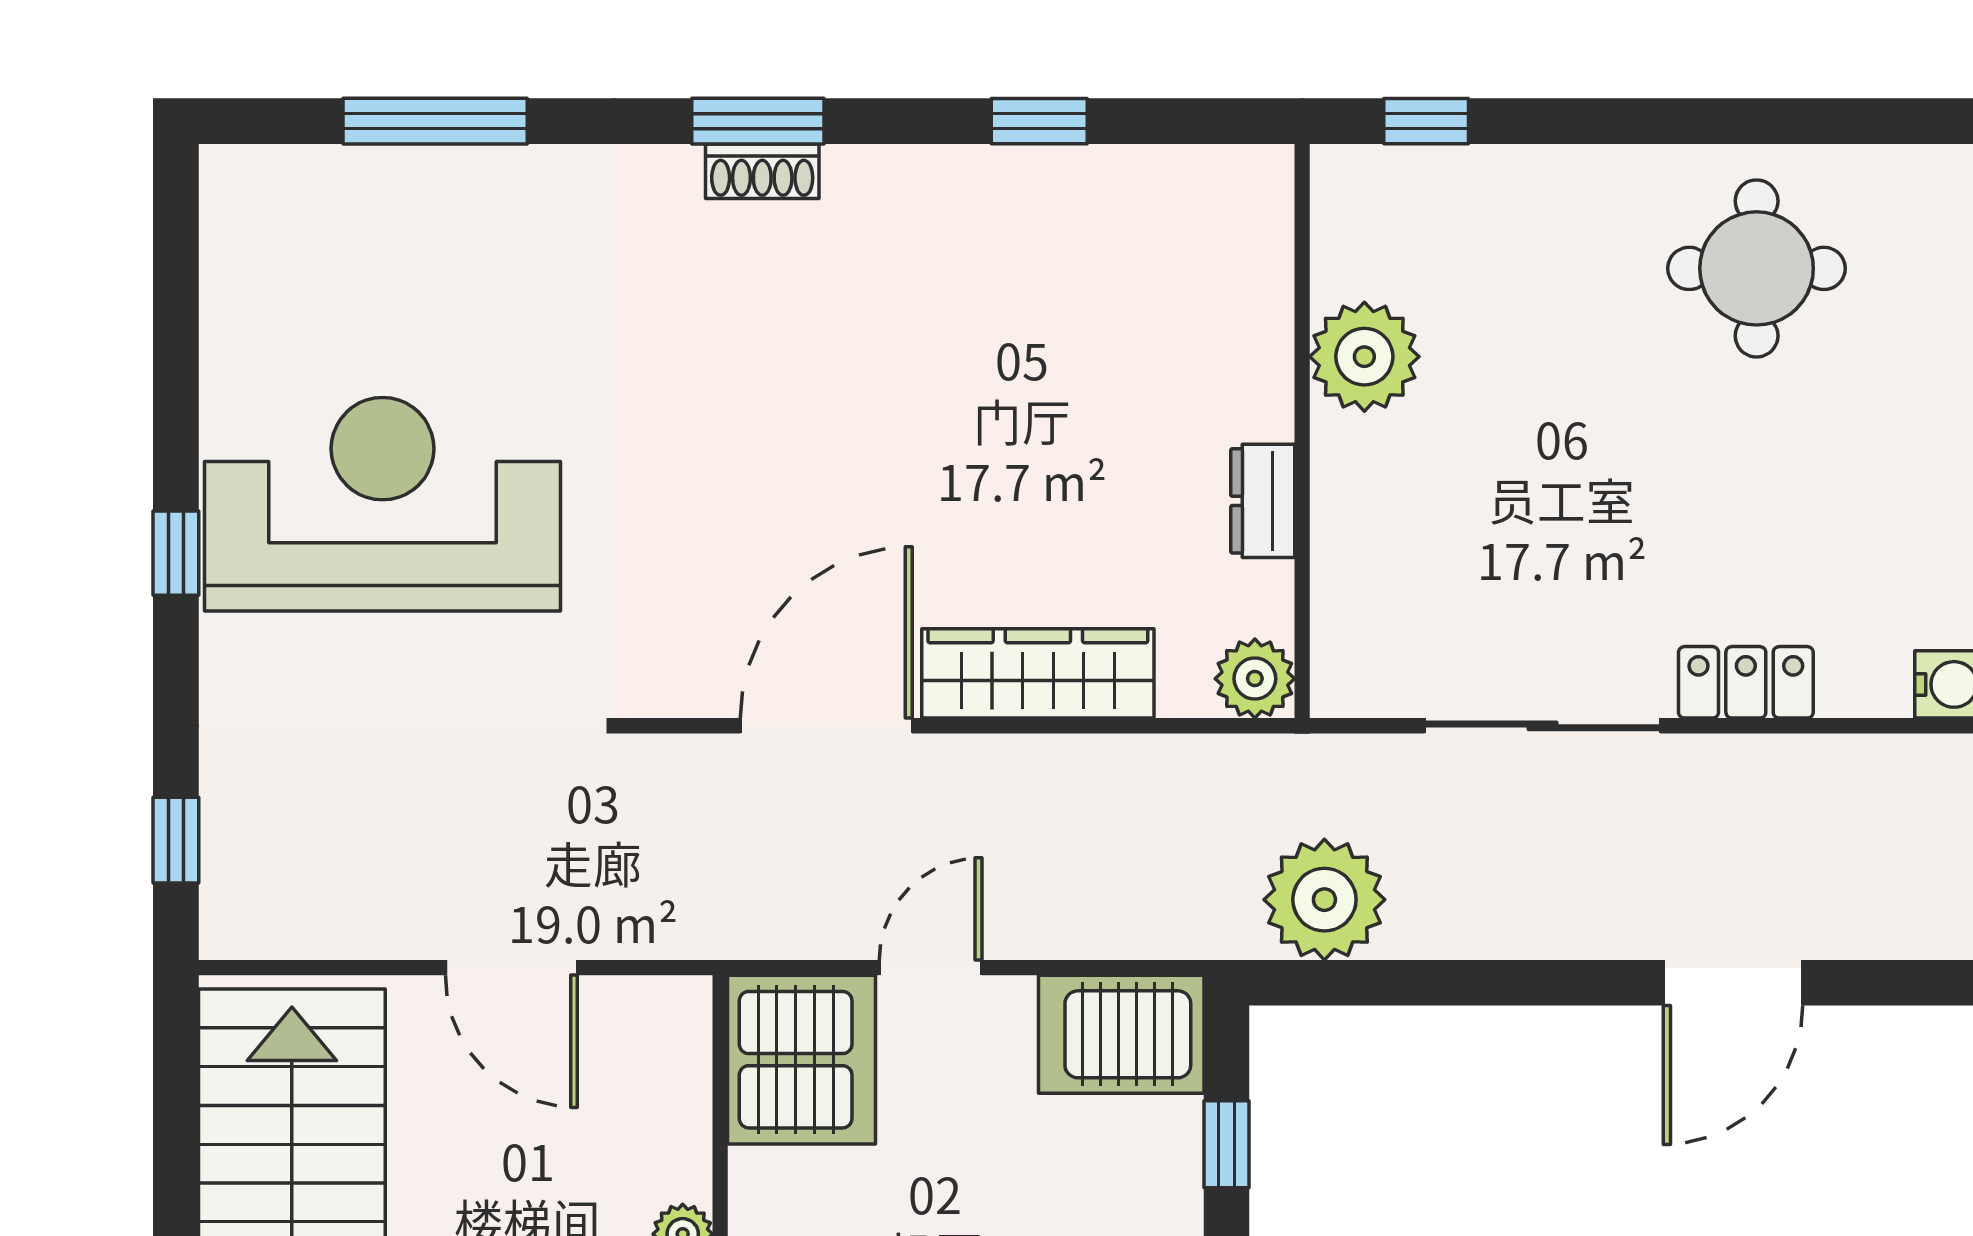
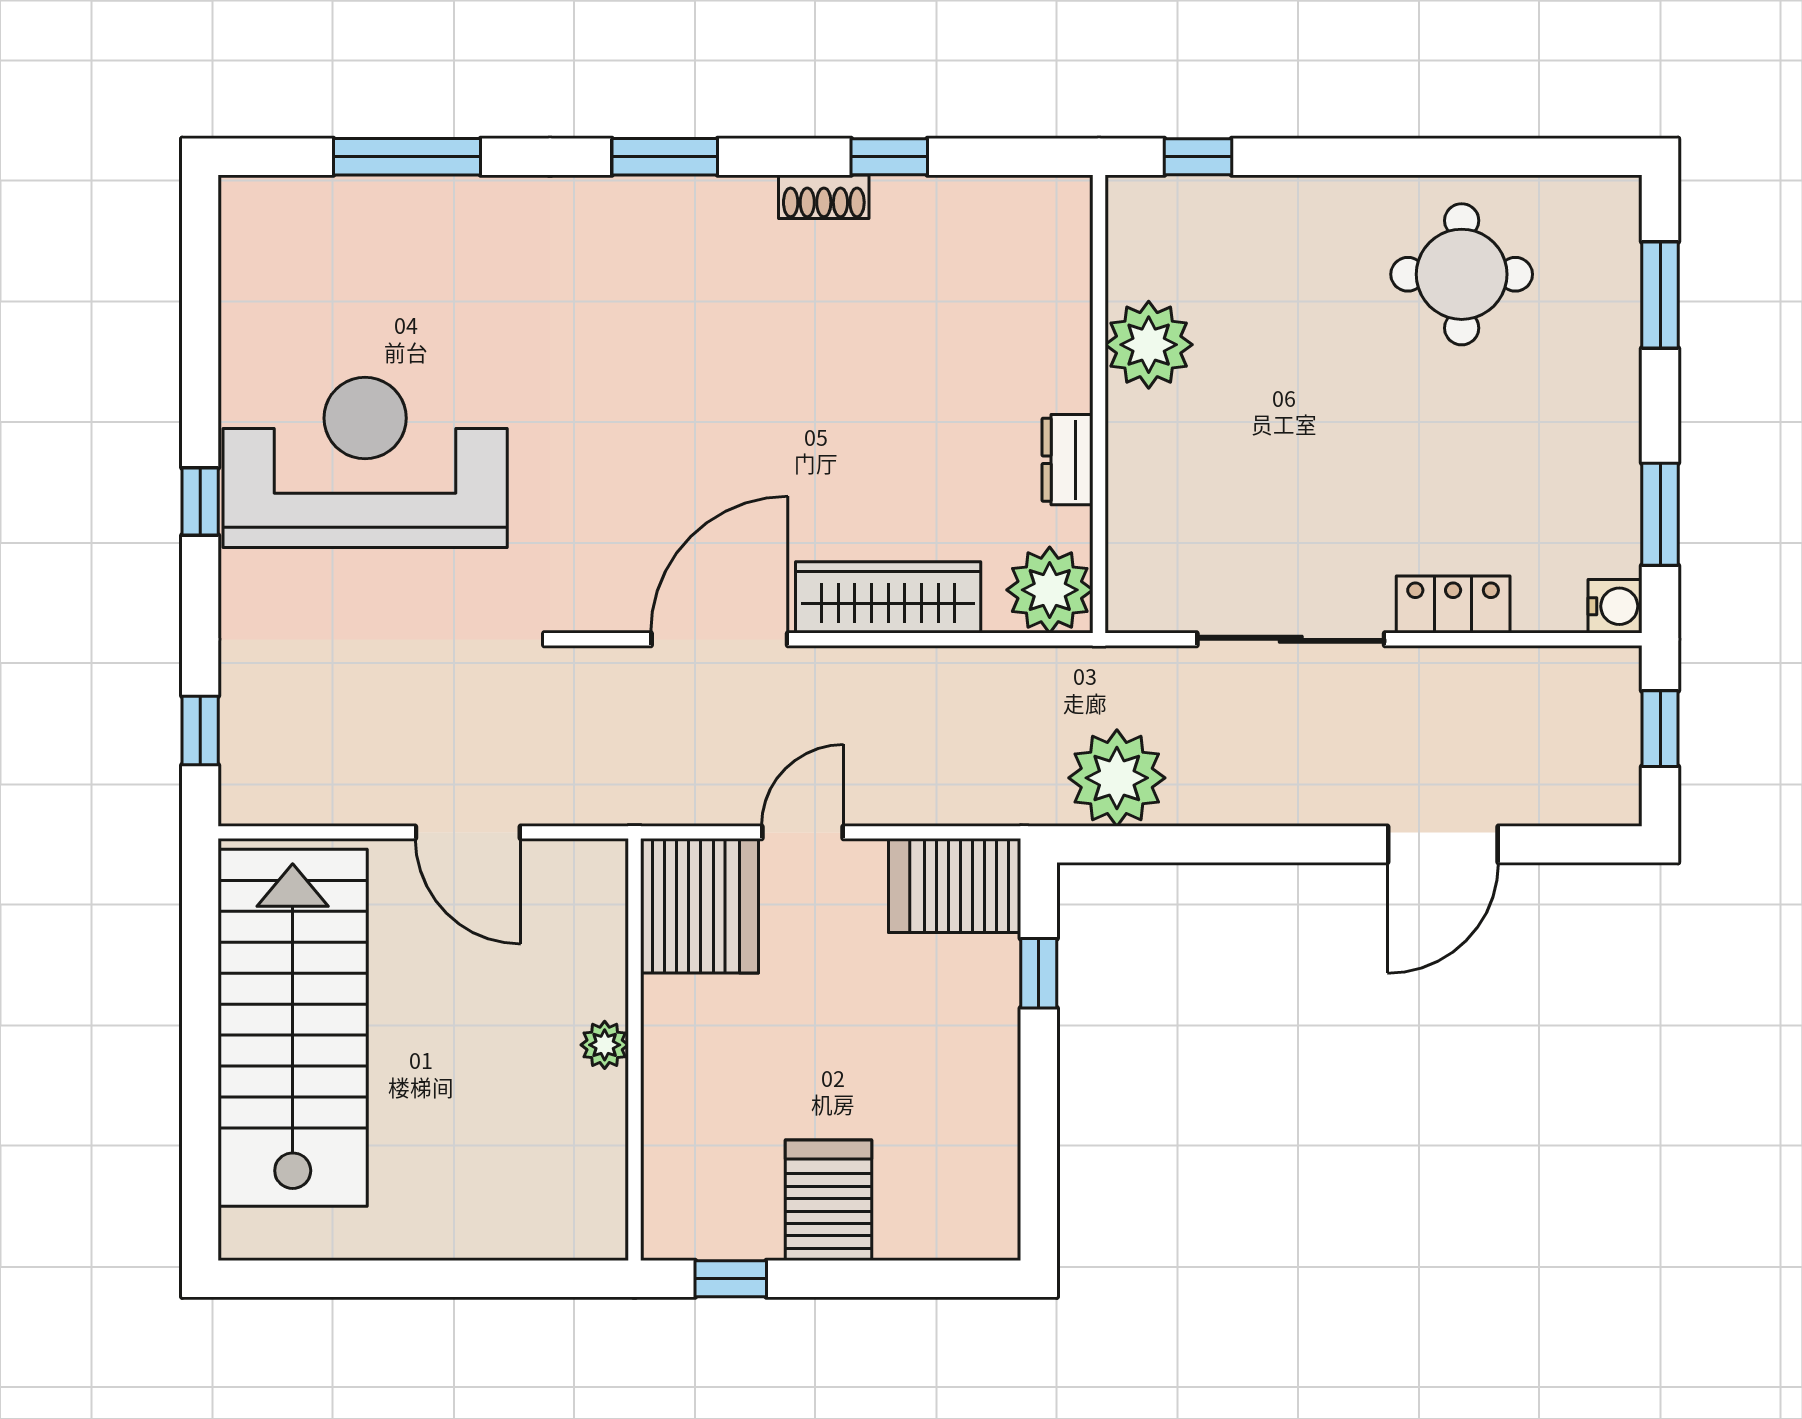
shoe rack: (762, 171) -> (824, 197), moved
plant: (1255, 679) -> (1050, 590), width x1.36, depth x1.36

